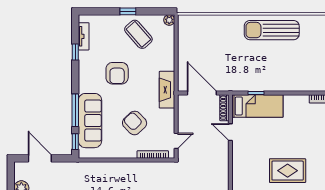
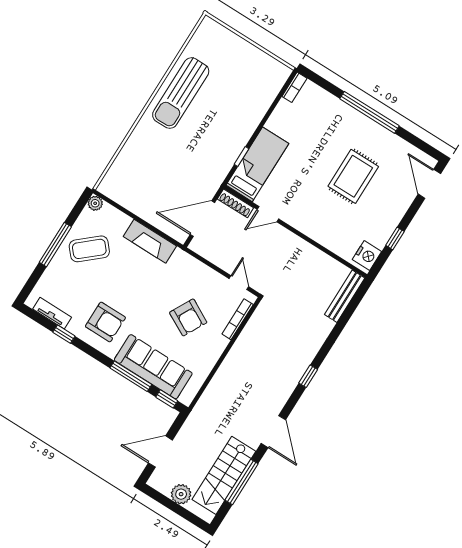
window: (128, 11) -> (55, 245), width x2.17
armchair: (117, 73) -> (105, 322), moved
fireplace: (167, 90) -> (150, 241), moved
armchair: (135, 123) -> (188, 317), turned -108

